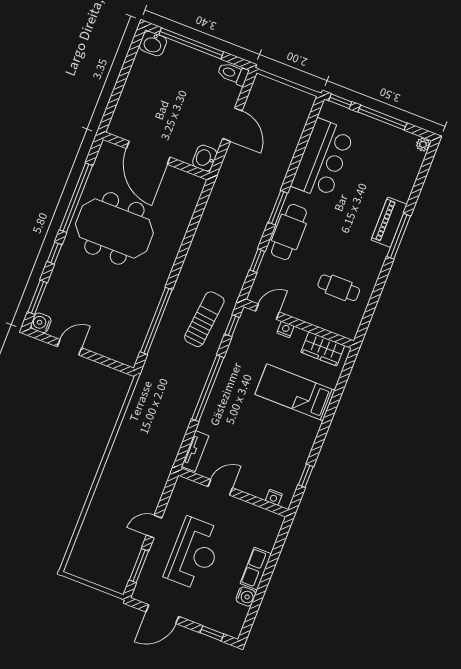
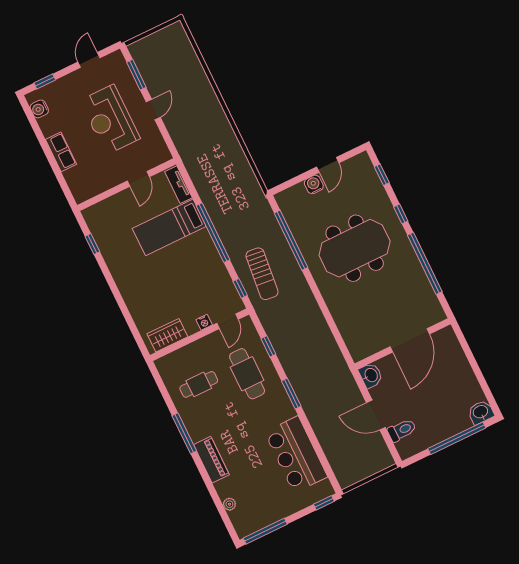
toilet: (233, 74) -> (402, 430), moved
window: (382, 118) -> (265, 531), moved
plant: (423, 145) -> (229, 504), moved
door: (148, 153) -> (410, 340), swing flipped
meeting table: (114, 228) -> (355, 248), moved
cafe table: (289, 232) -> (247, 374), moved
window: (399, 236) -> (184, 433), moved
window: (37, 297) -> (382, 175), width x0.67
water cooler: (41, 323) -> (314, 184), moved, turned -90
bed: (295, 392) -> (169, 227), moved, turned 180
nightstand: (274, 497) -> (98, 209), removed
water cooler: (246, 597) -> (39, 109), moved
door: (162, 614) -> (89, 60), width x0.73

